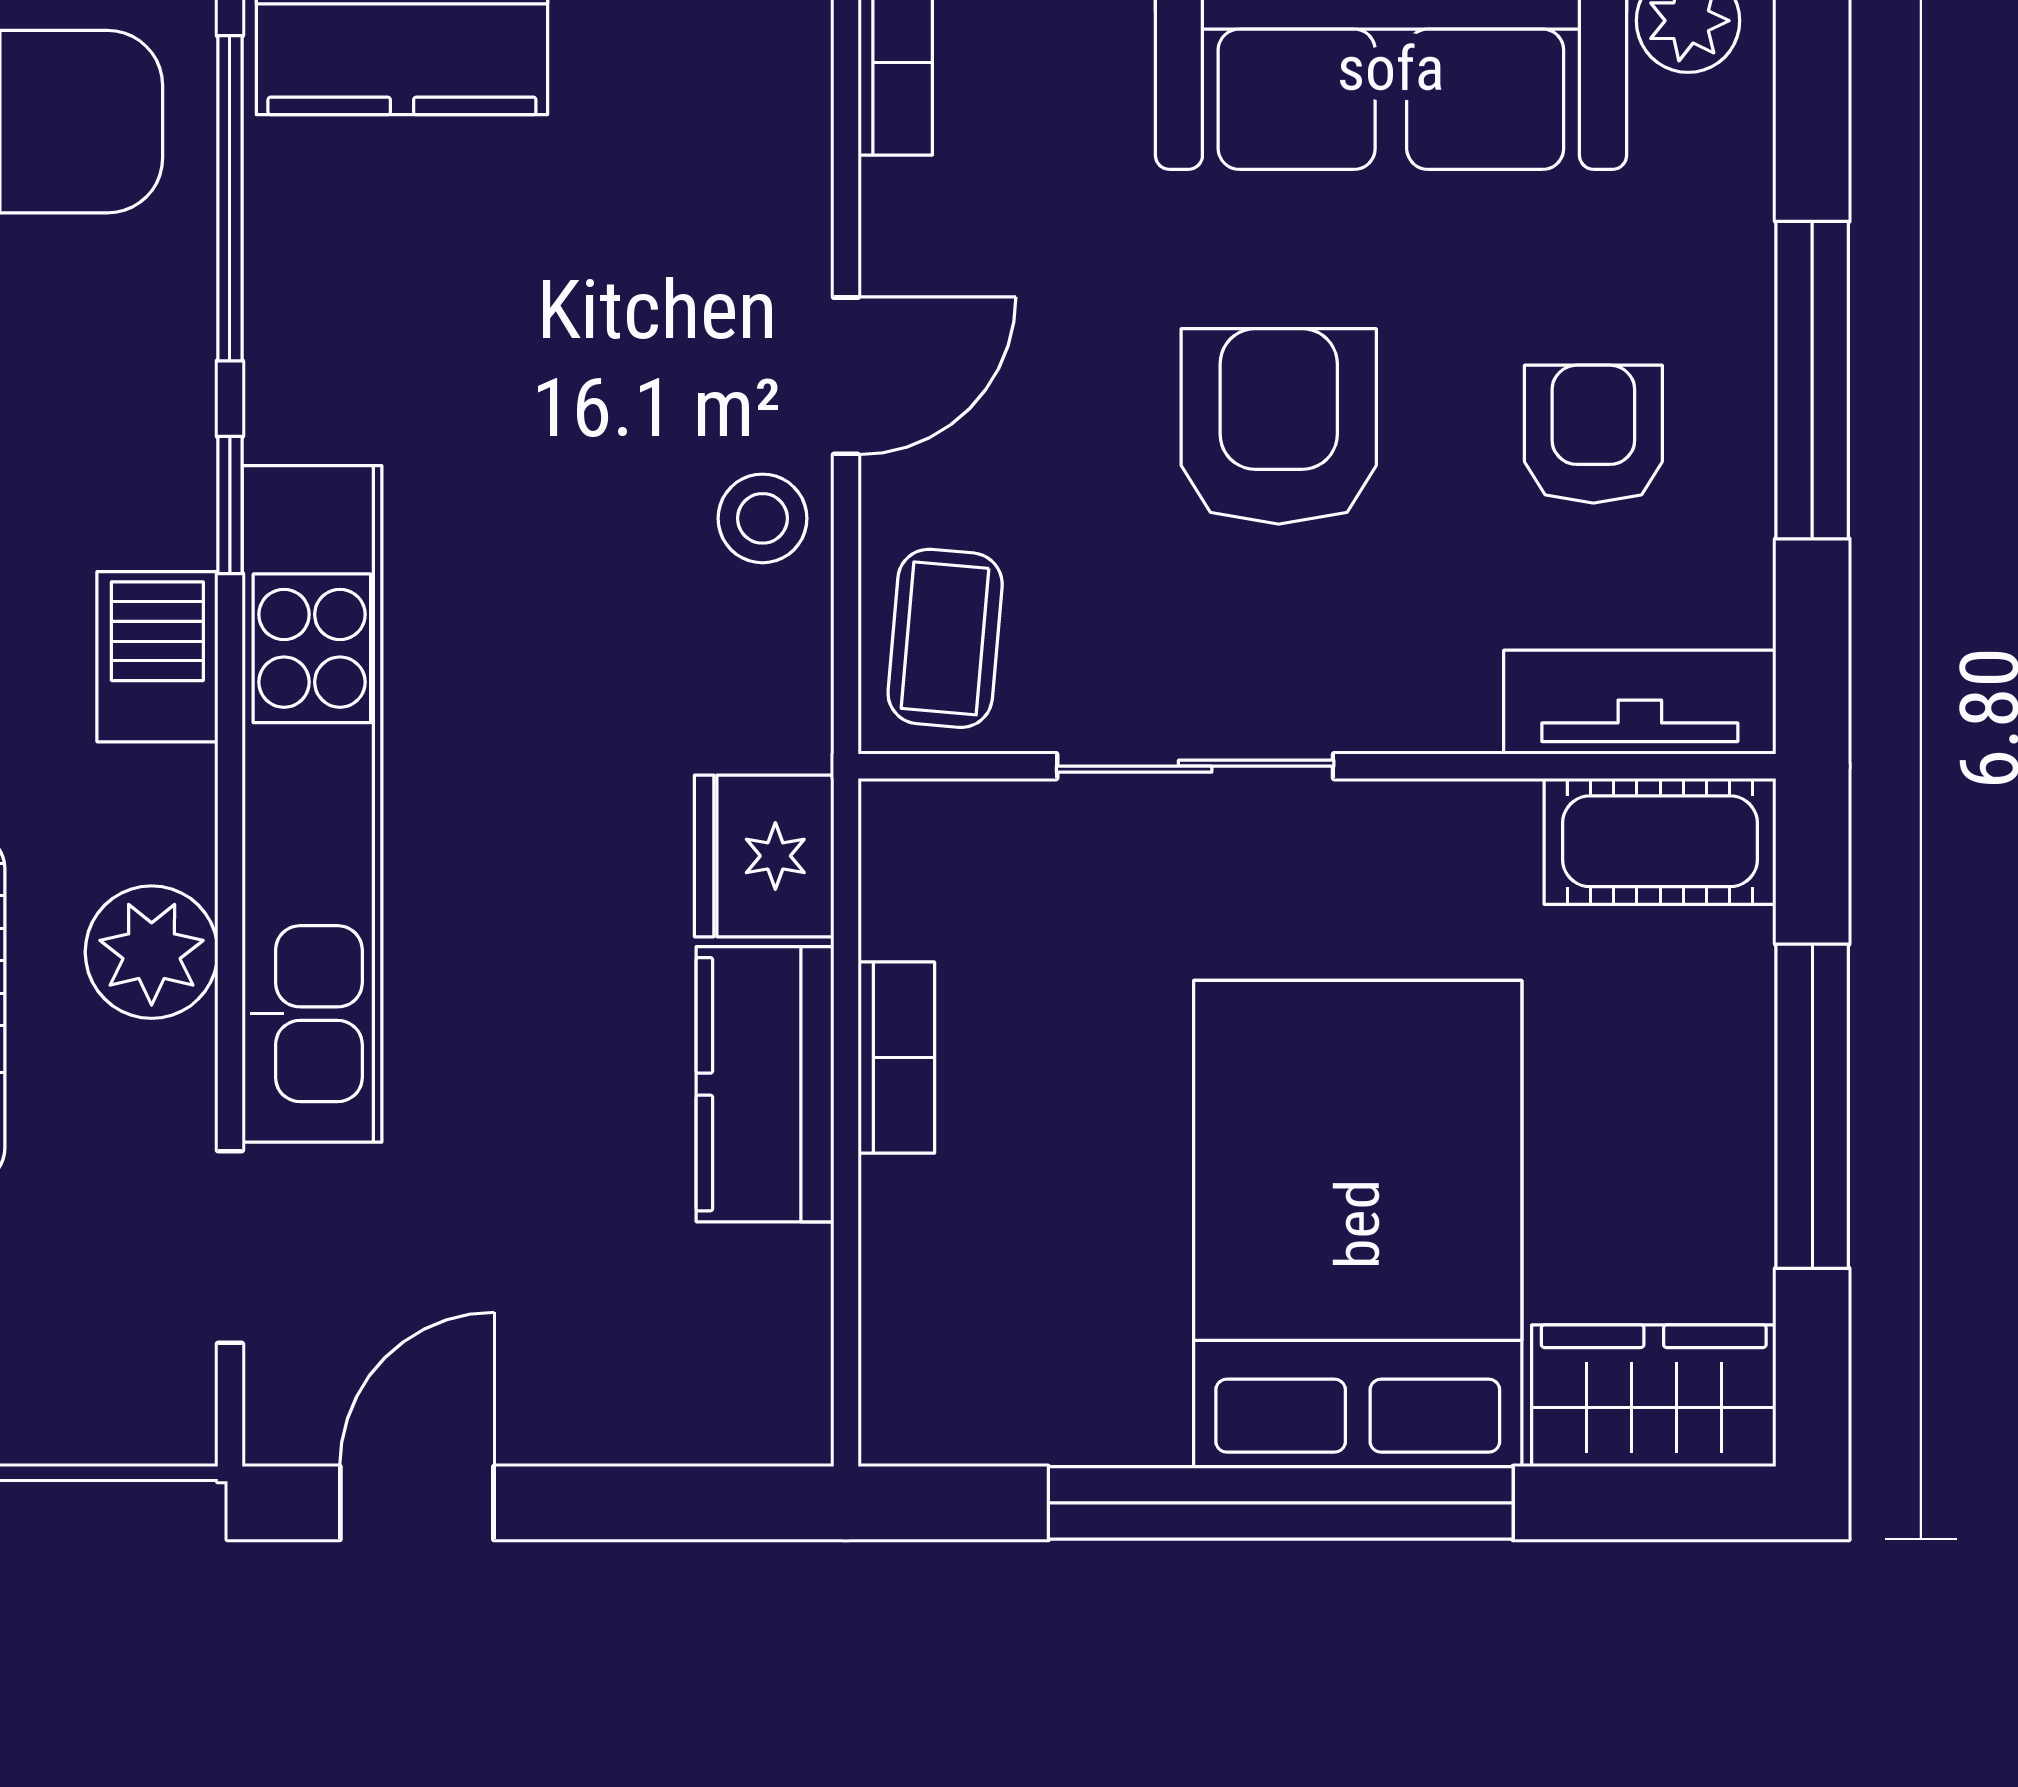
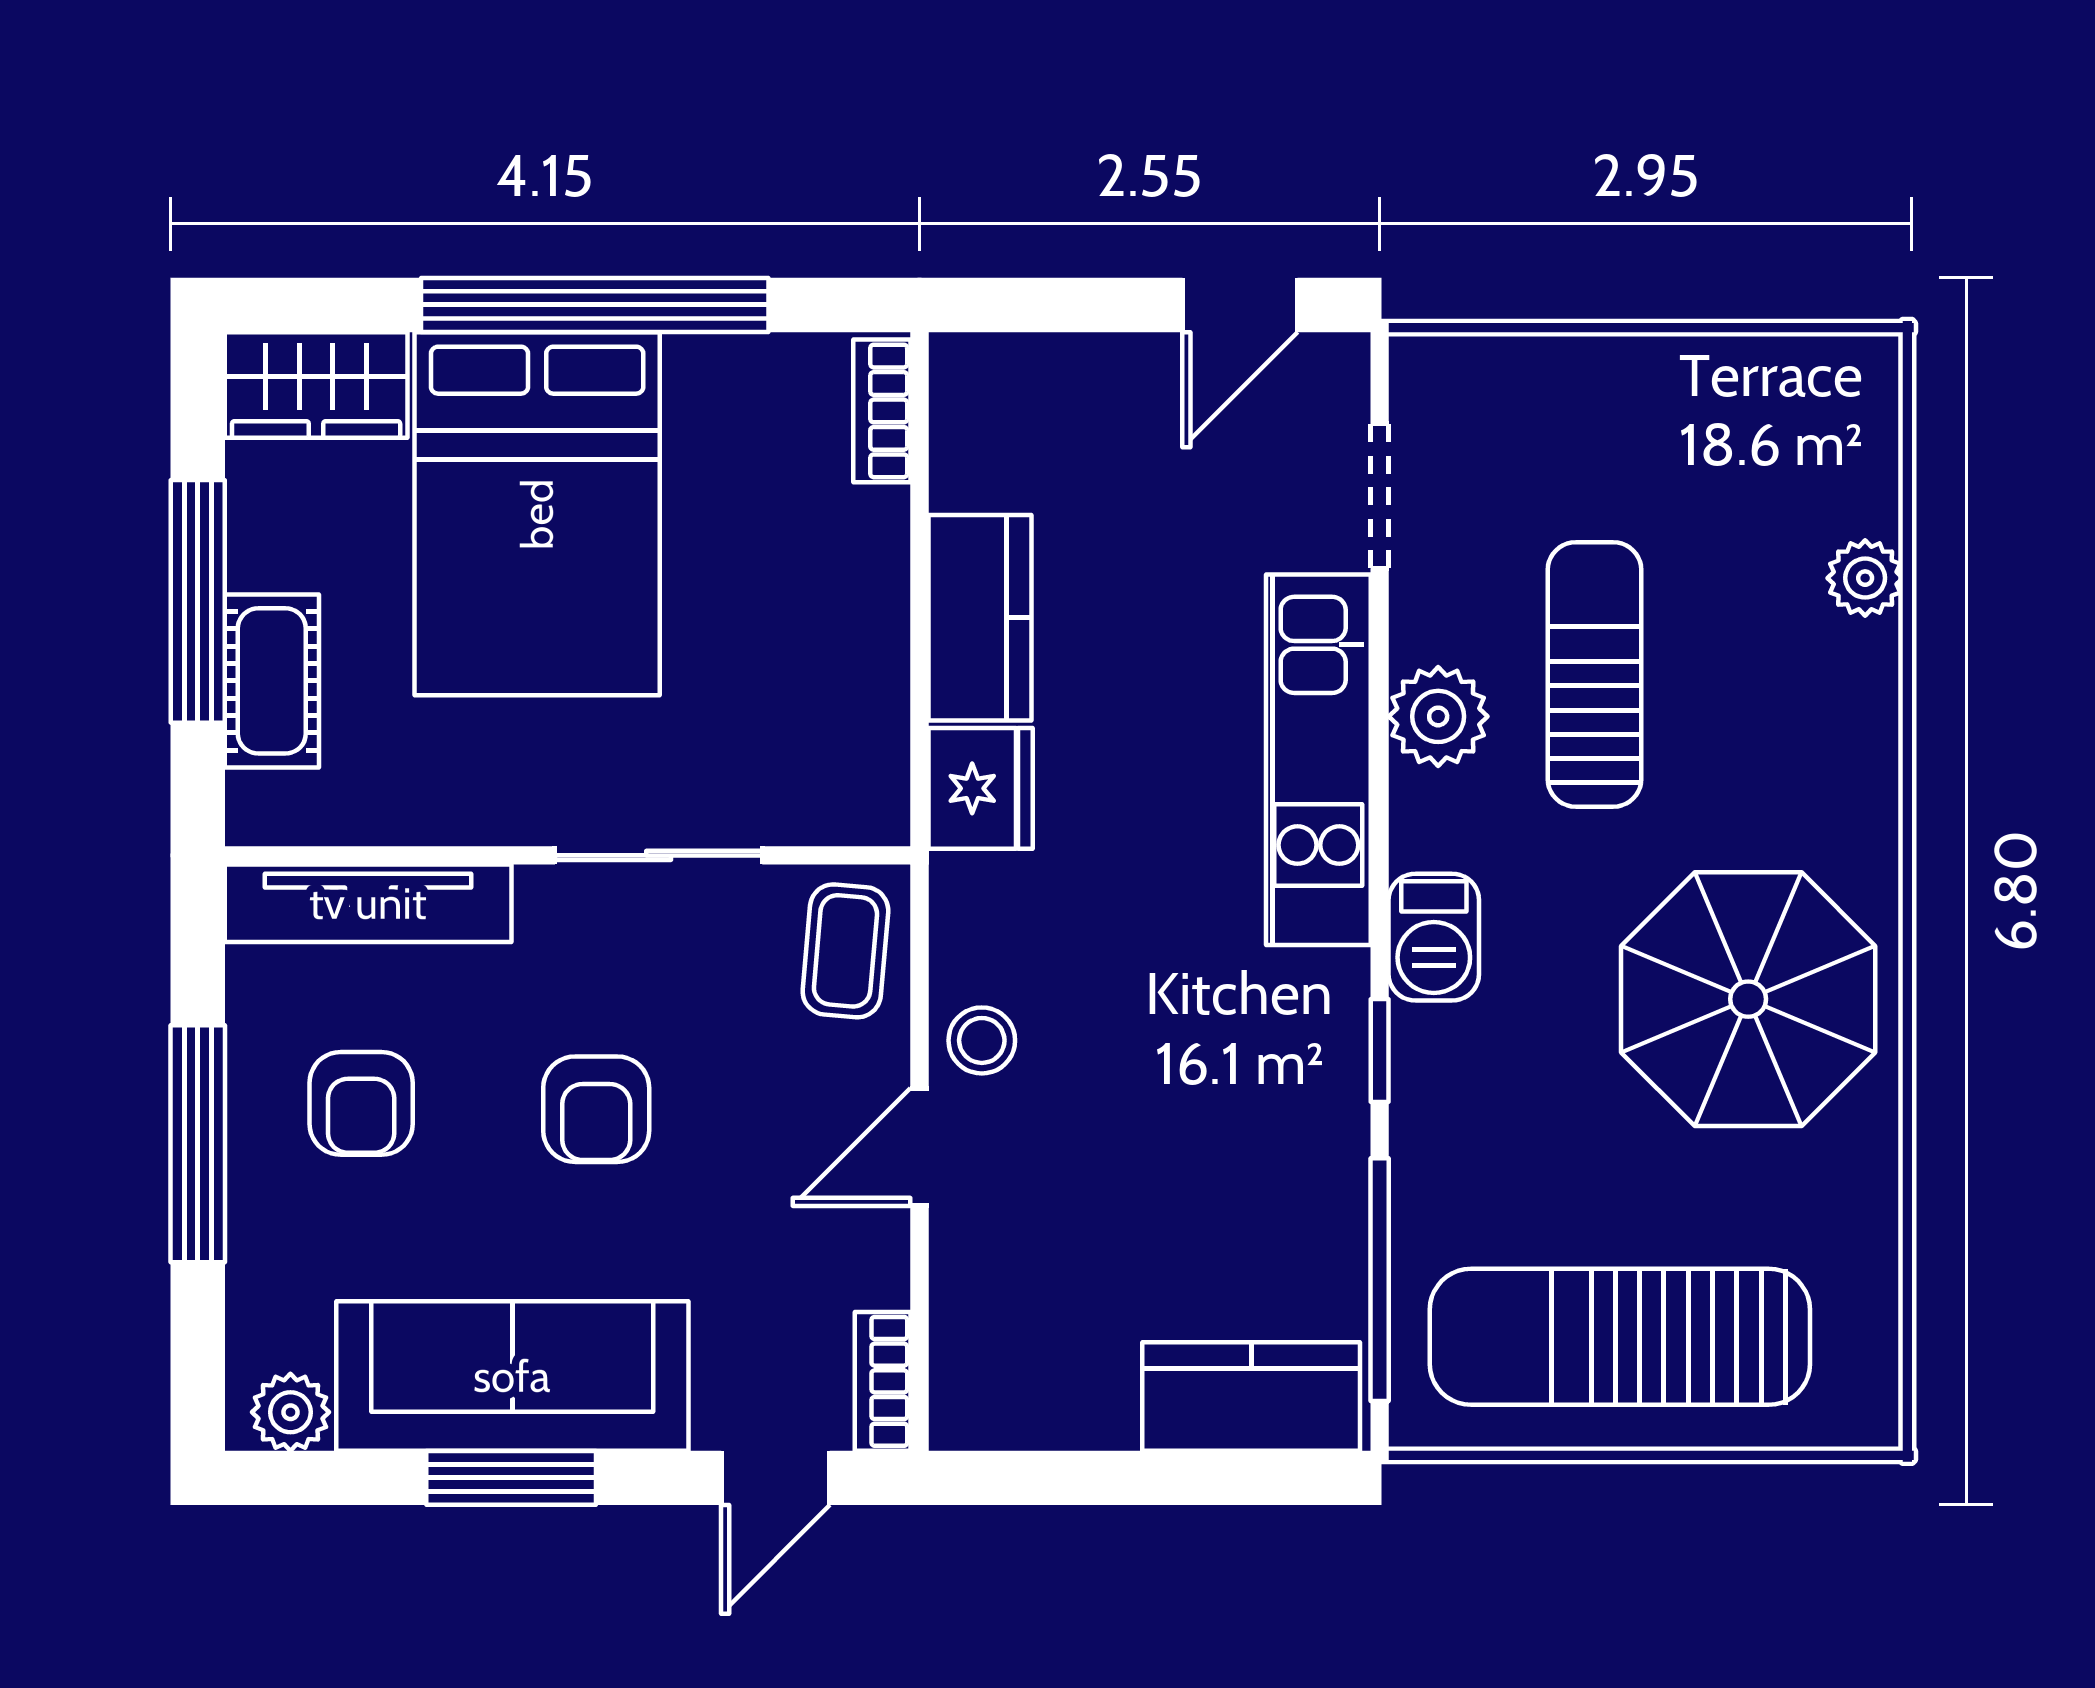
armchair: (1279, 426) -> (596, 1109), width x0.72, depth x0.72
tv unit: (1640, 702) -> (368, 903), width x1.41
kitchen unit: (312, 804) -> (1318, 760), width x0.73
cot: (1660, 841) -> (272, 681), moved, turned 90
bookcase: (896, 1058) -> (882, 411), moved

